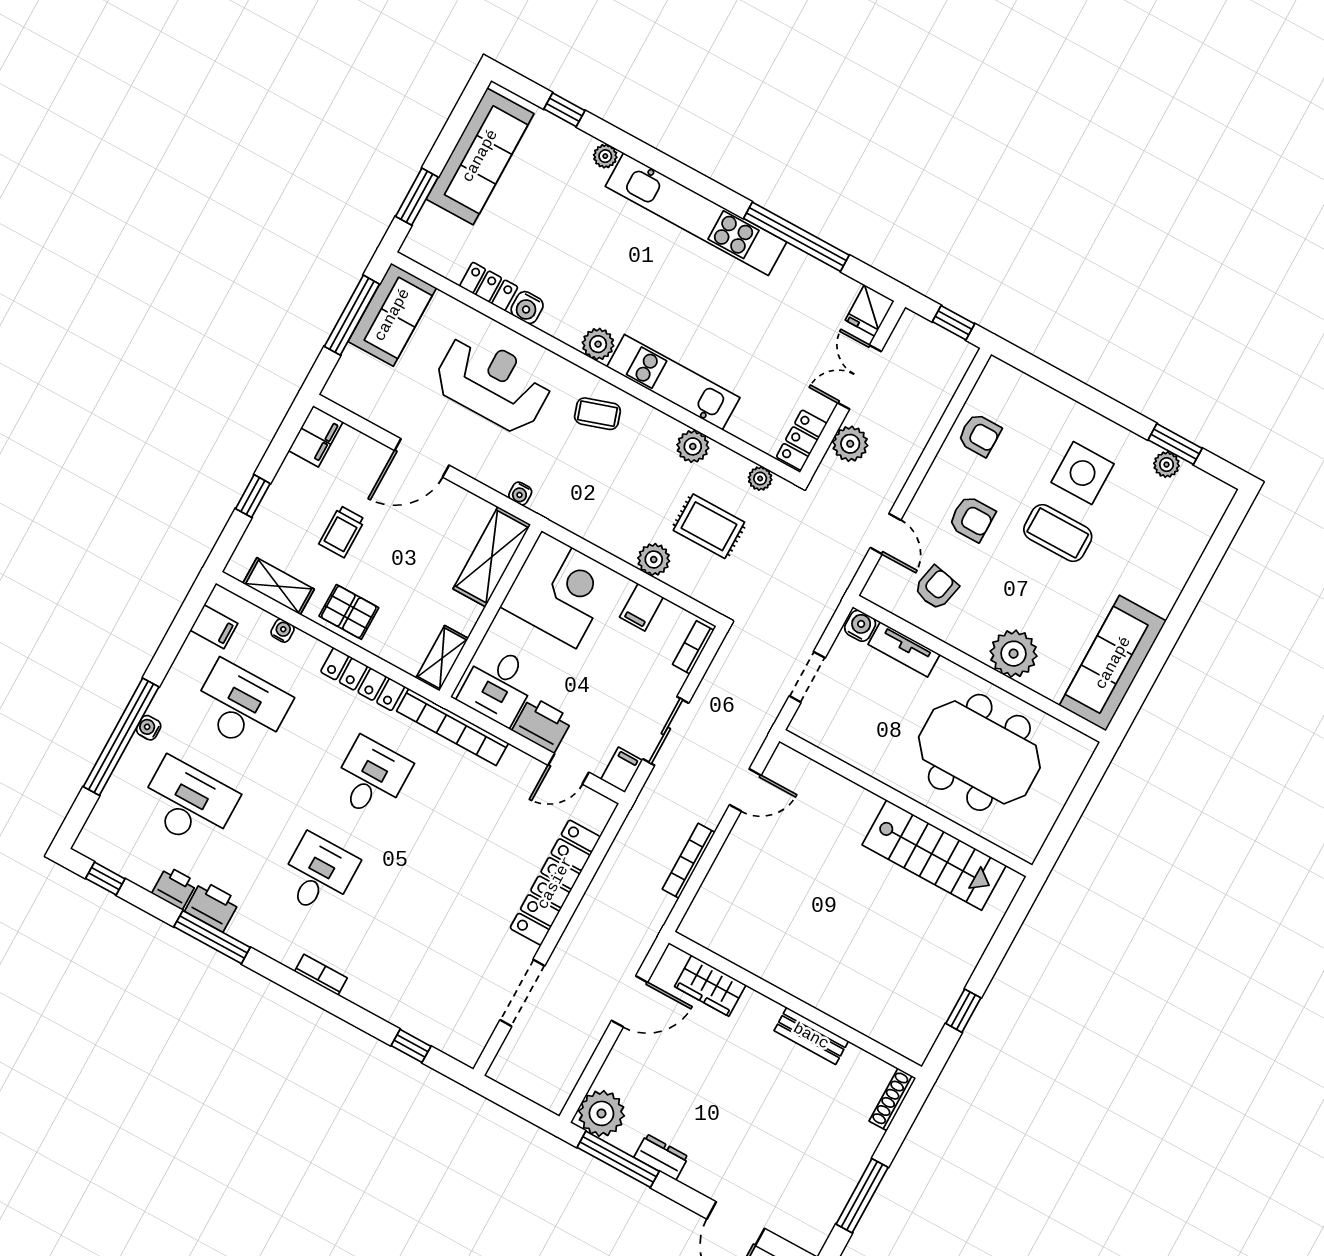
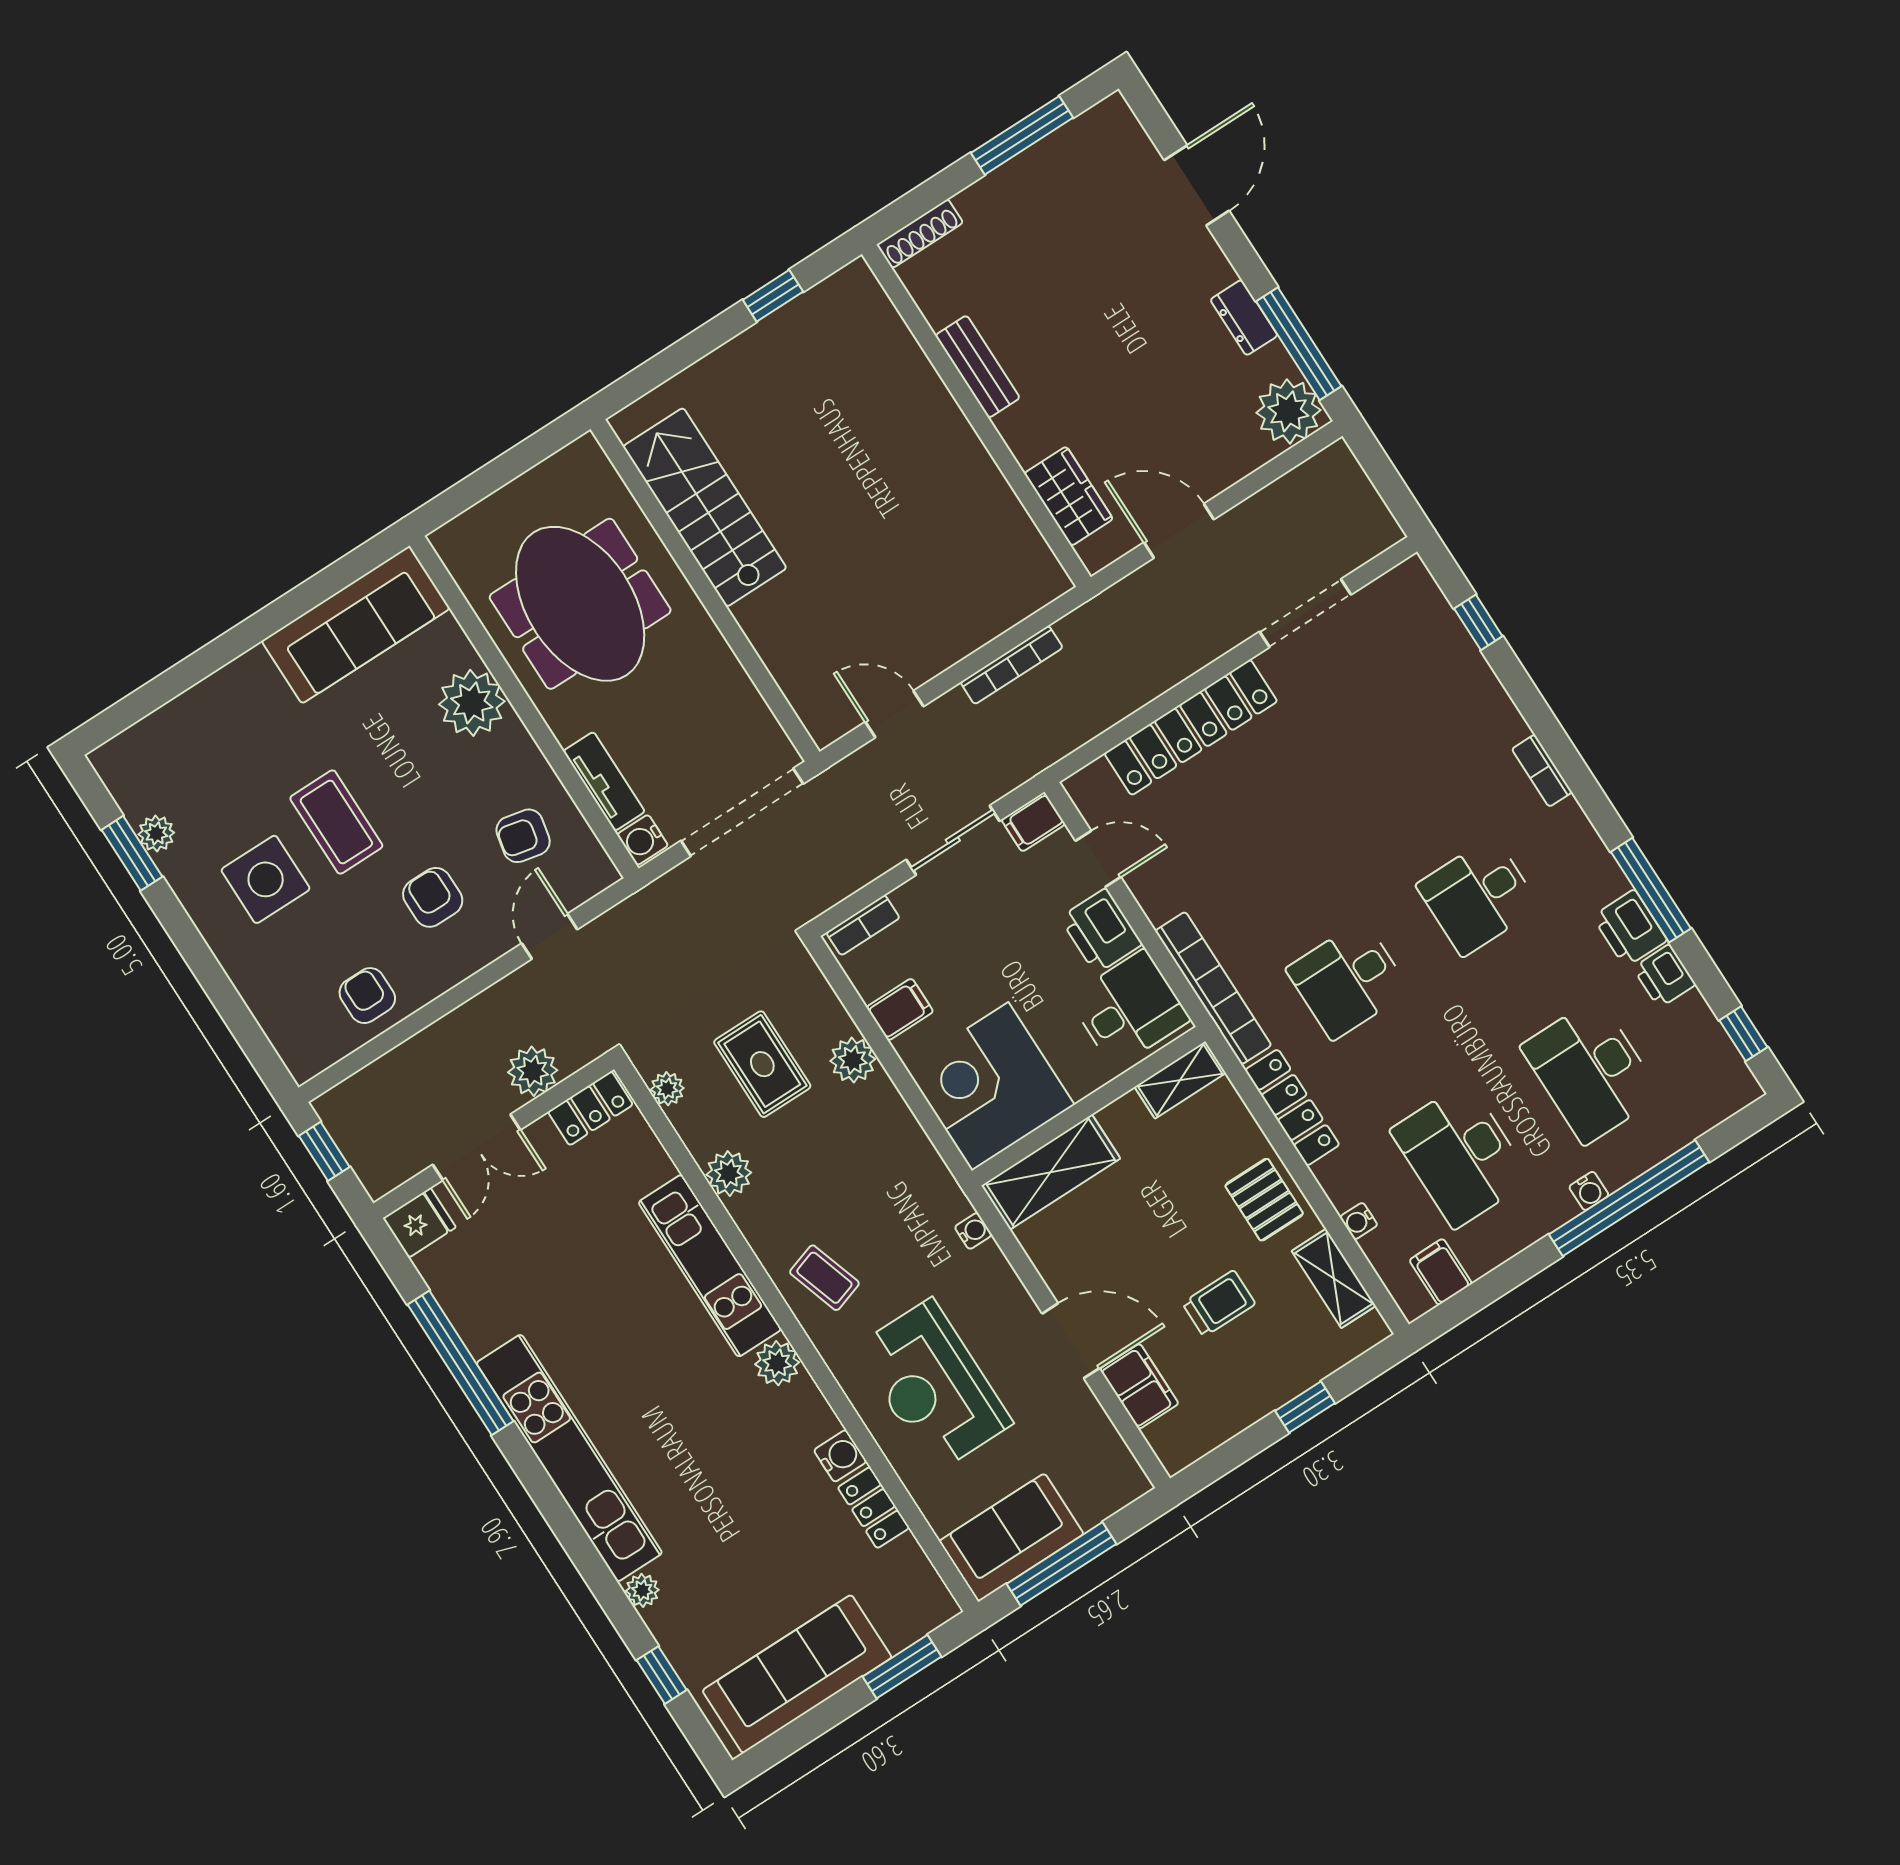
filing cabinet: (316, 436) -> (1139, 1386), moved, turned 90
doorway: (807, 677) -> (742, 812), width x1.87

